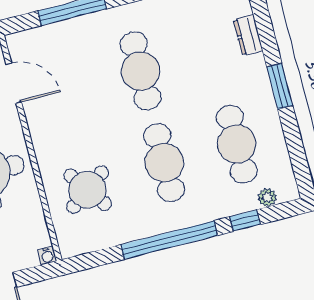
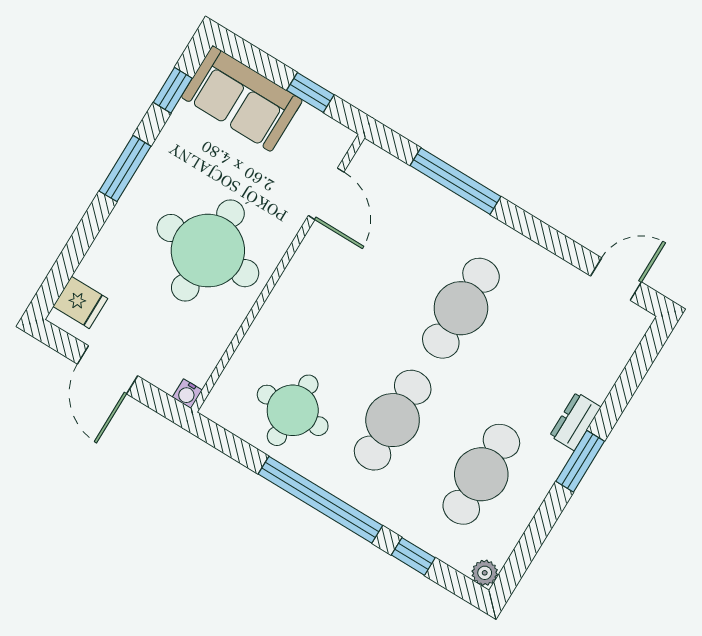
dresser: (248, 35) -> (575, 421), moved
round table: (88, 190) -> (293, 410), moved, turned 36
plant: (267, 197) -> (485, 573), moved

